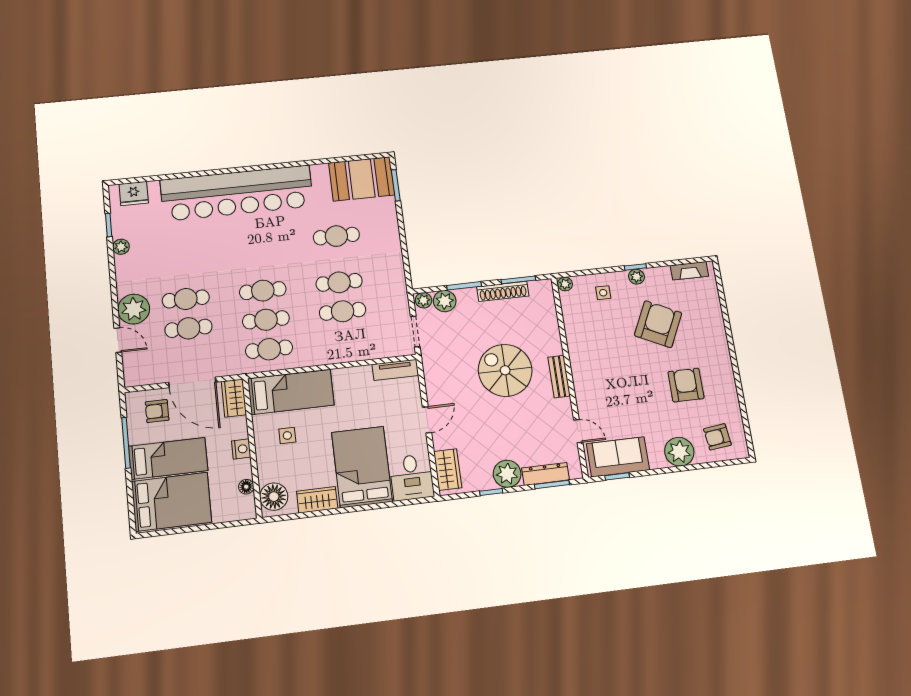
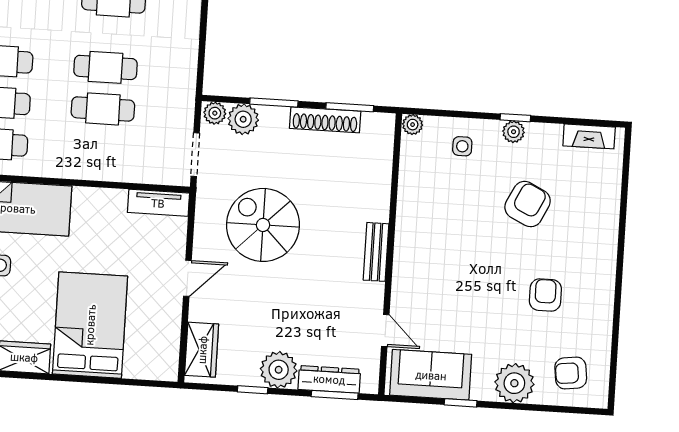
armchair: (658, 324) -> (528, 204), width x0.73, depth x0.73
spiral stairs: (505, 370) -> (263, 225), moved
armchair: (686, 385) -> (545, 295), width x0.72, depth x0.72
window: (617, 476) -> (461, 403), moved
desk: (412, 477) -> (152, 351), removed

